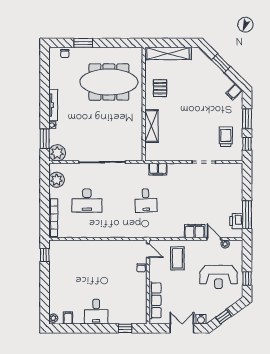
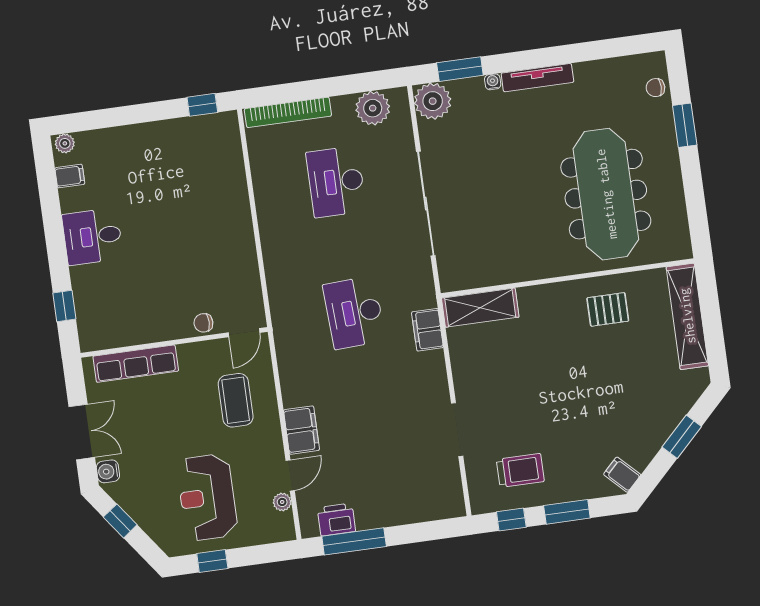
shelving: (151, 126) -> (480, 308), moved
desk: (146, 201) -> (354, 313), width x1.37
coffee table: (177, 258) -> (236, 400), turned 90

